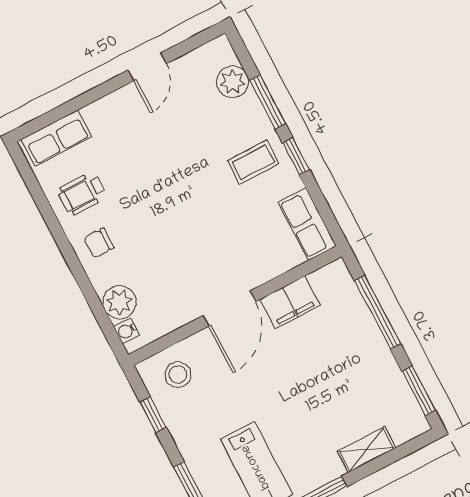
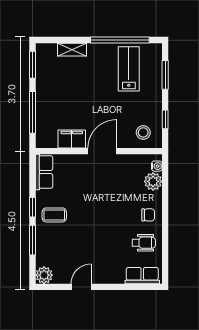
plant: (233, 82) -> (44, 275), moved

